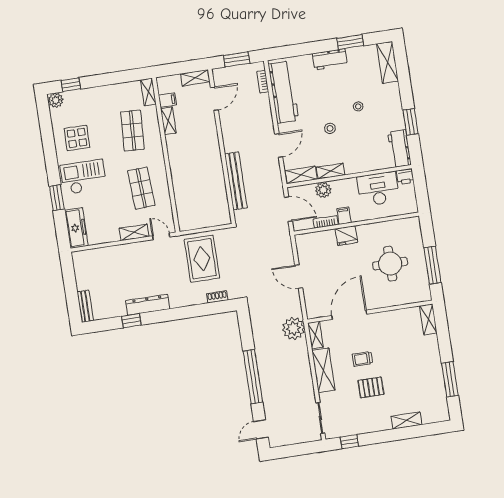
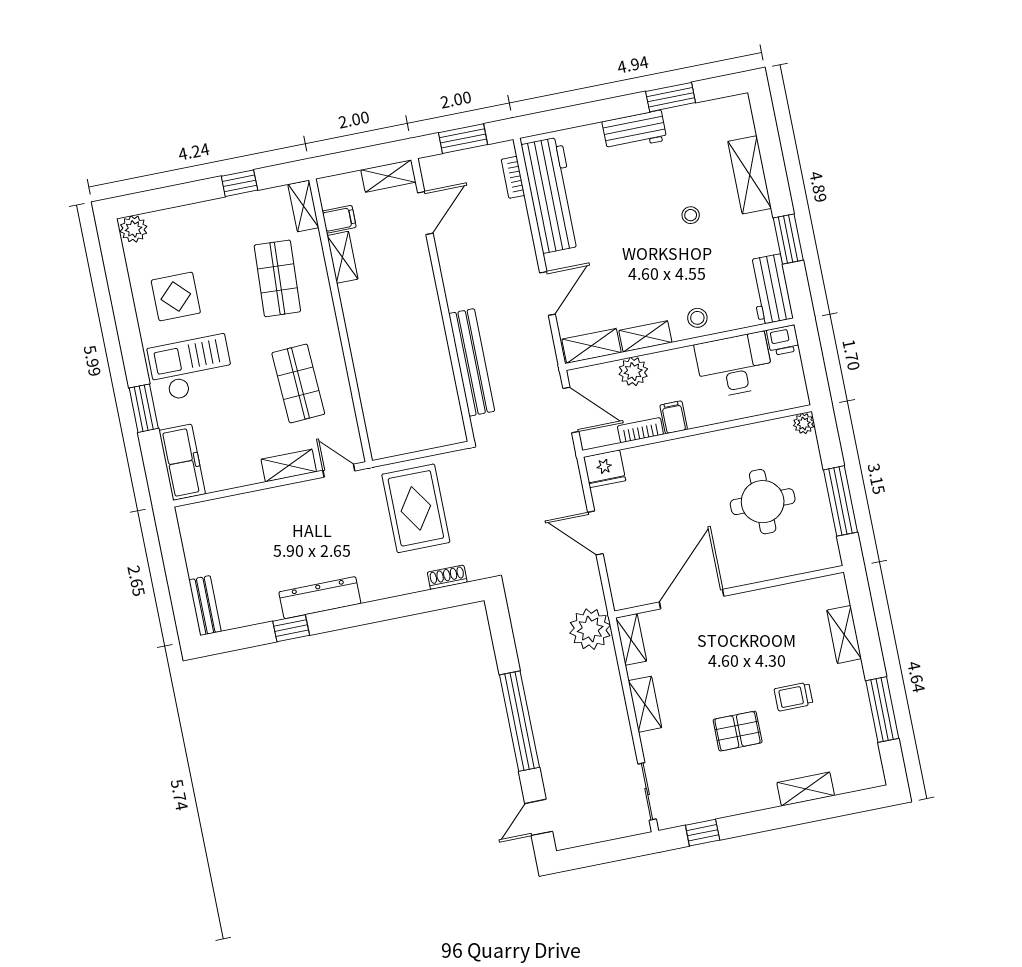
shelving: (388, 62) -> (750, 175), moved
window: (71, 85) -> (239, 183), moved
stool: (330, 128) -> (697, 318), moved
plant: (414, 222) -> (804, 424), added
fridge: (346, 236) -> (605, 469), moved
shelving: (428, 319) -> (844, 634), moved
trolley: (362, 359) -> (794, 697), moved
shelving: (323, 370) -> (645, 704), width x0.67, depth x0.75

